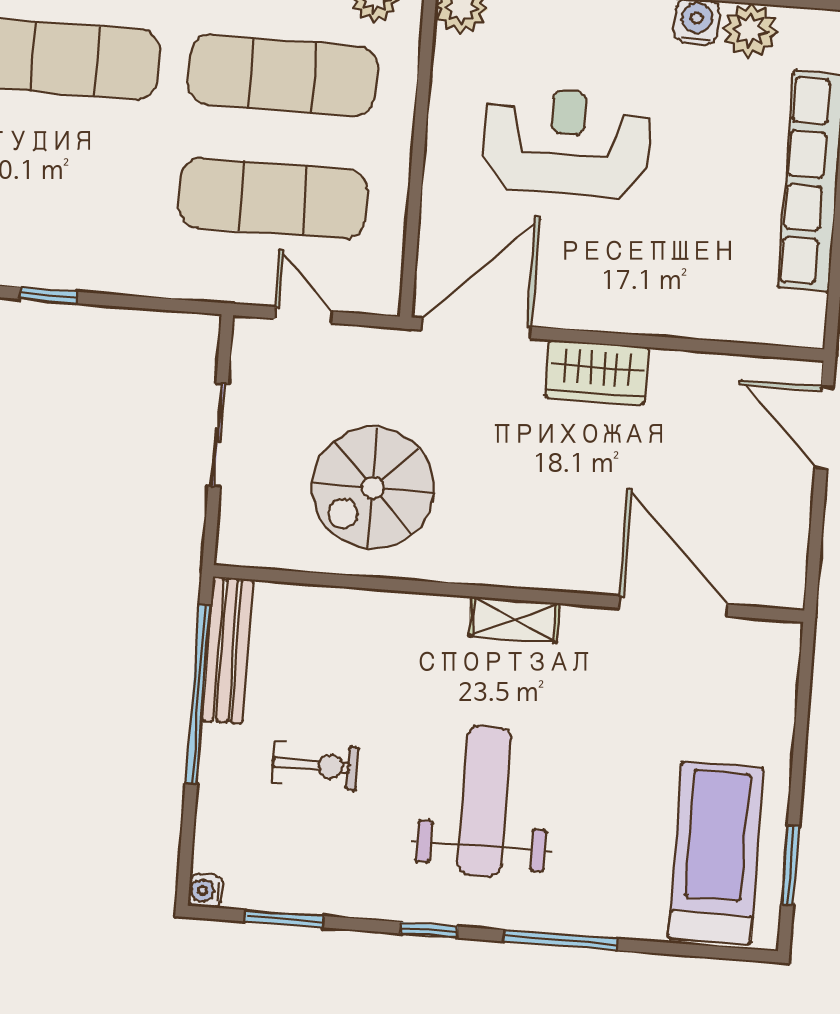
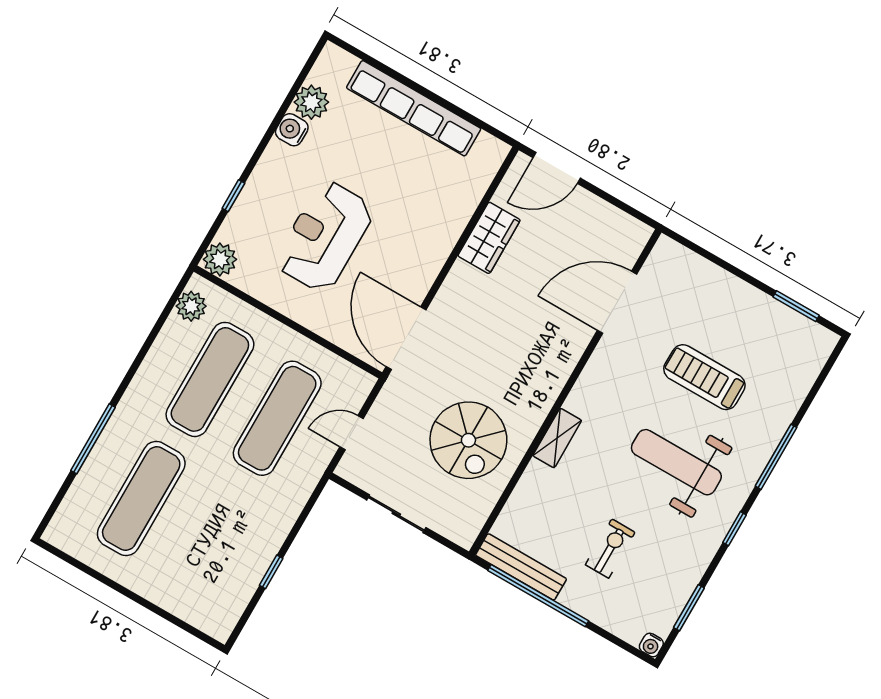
wardrobe: (597, 372) -> (489, 238), moved
shelving: (514, 619) -> (557, 438), moved
treadmill: (716, 853) -> (704, 377), moved, width x0.73, depth x0.73

